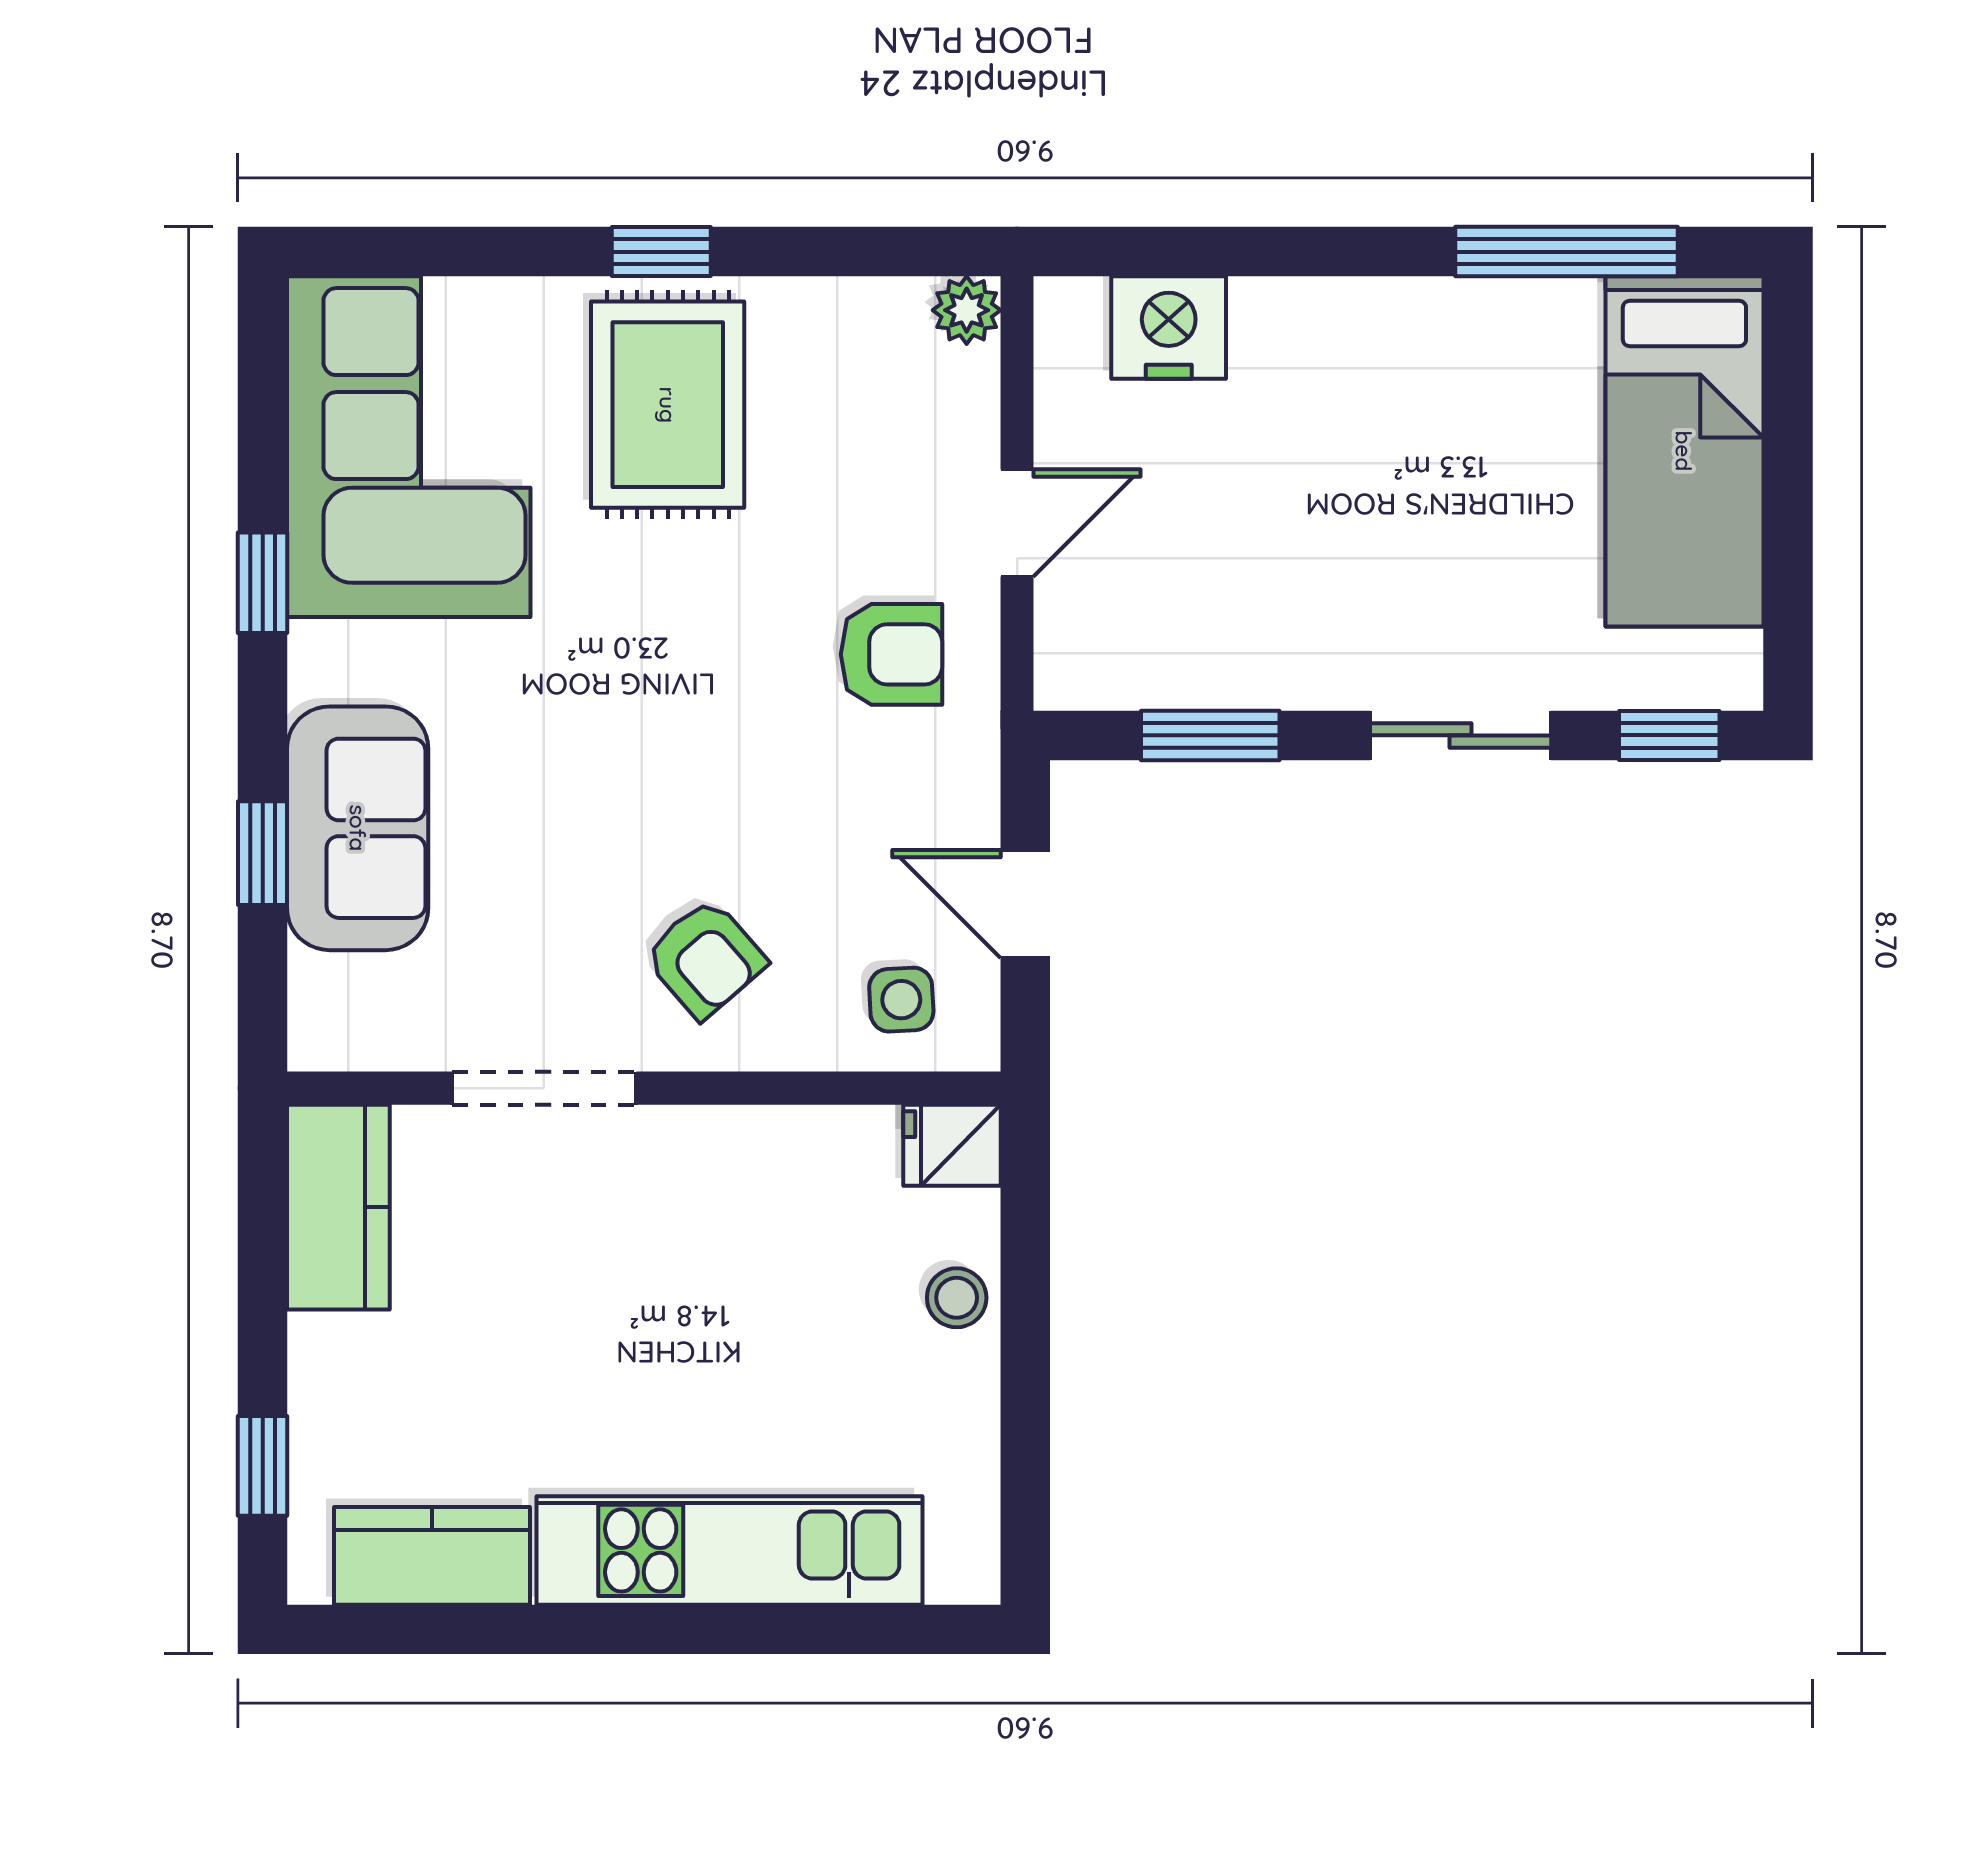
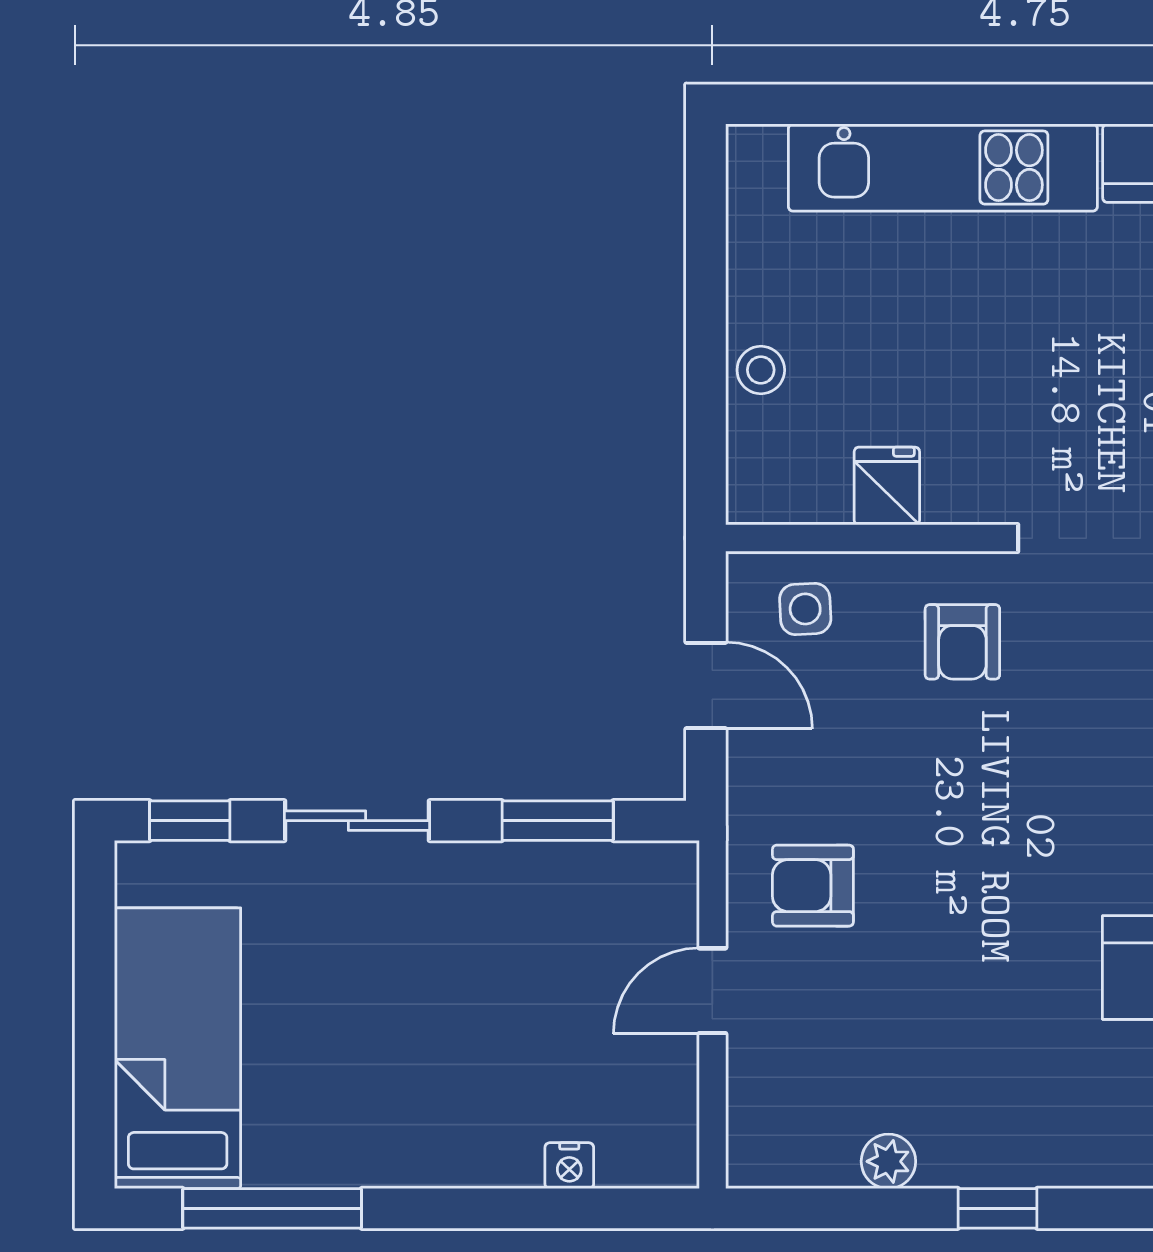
plant: (967, 310) -> (888, 1161), moved
nightstand: (1169, 328) -> (569, 1166), width x0.53, depth x0.56
rug: (668, 405) -> (992, 1086), removed
armchair: (705, 959) -> (962, 642), turned -139
fridge: (952, 1145) -> (887, 486), moved, turned -90

